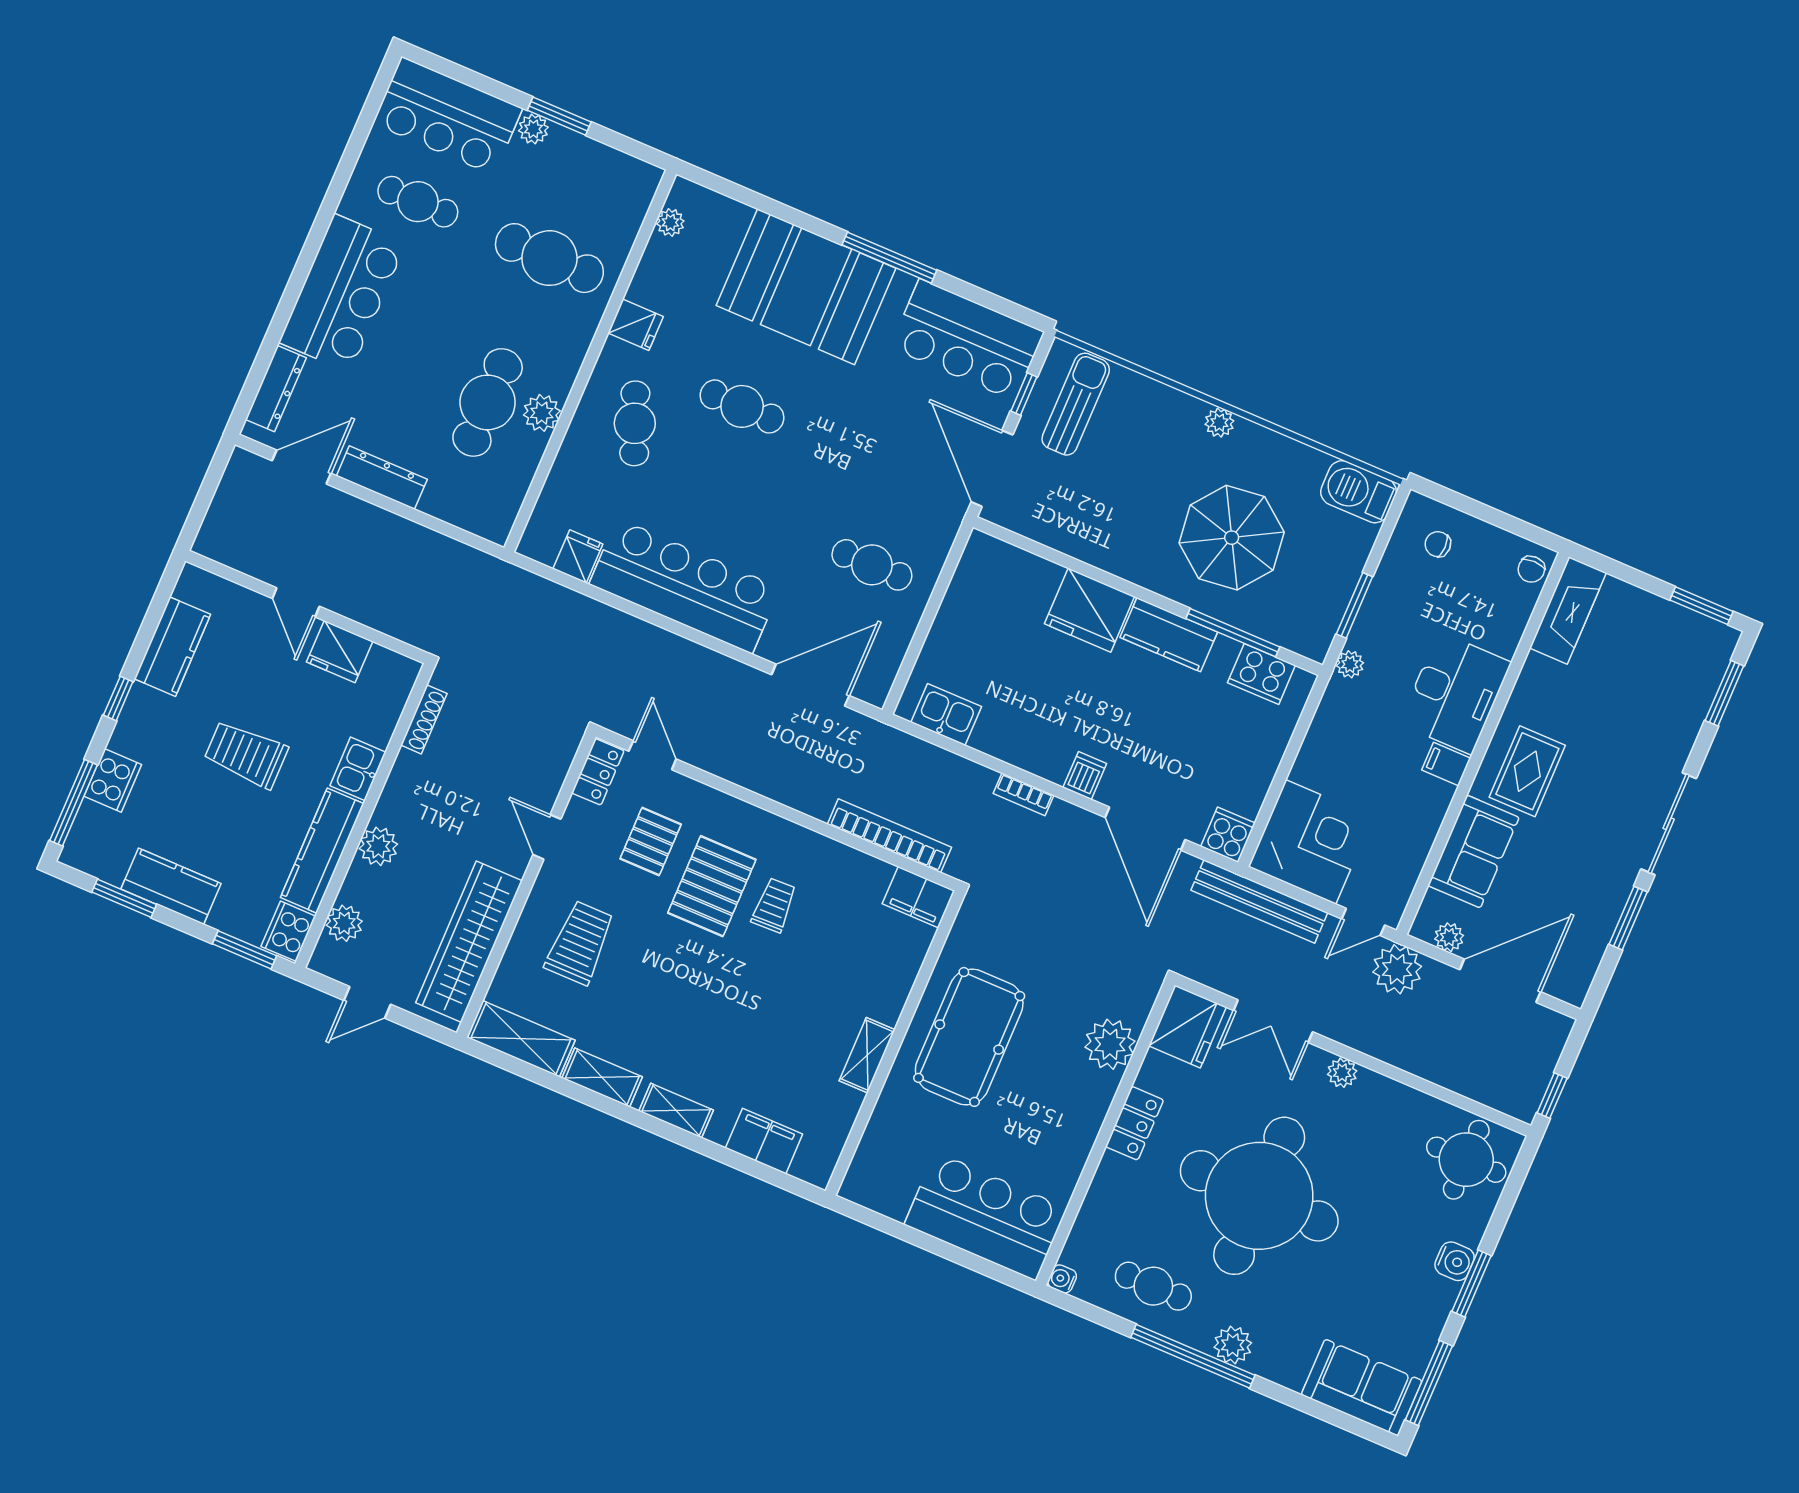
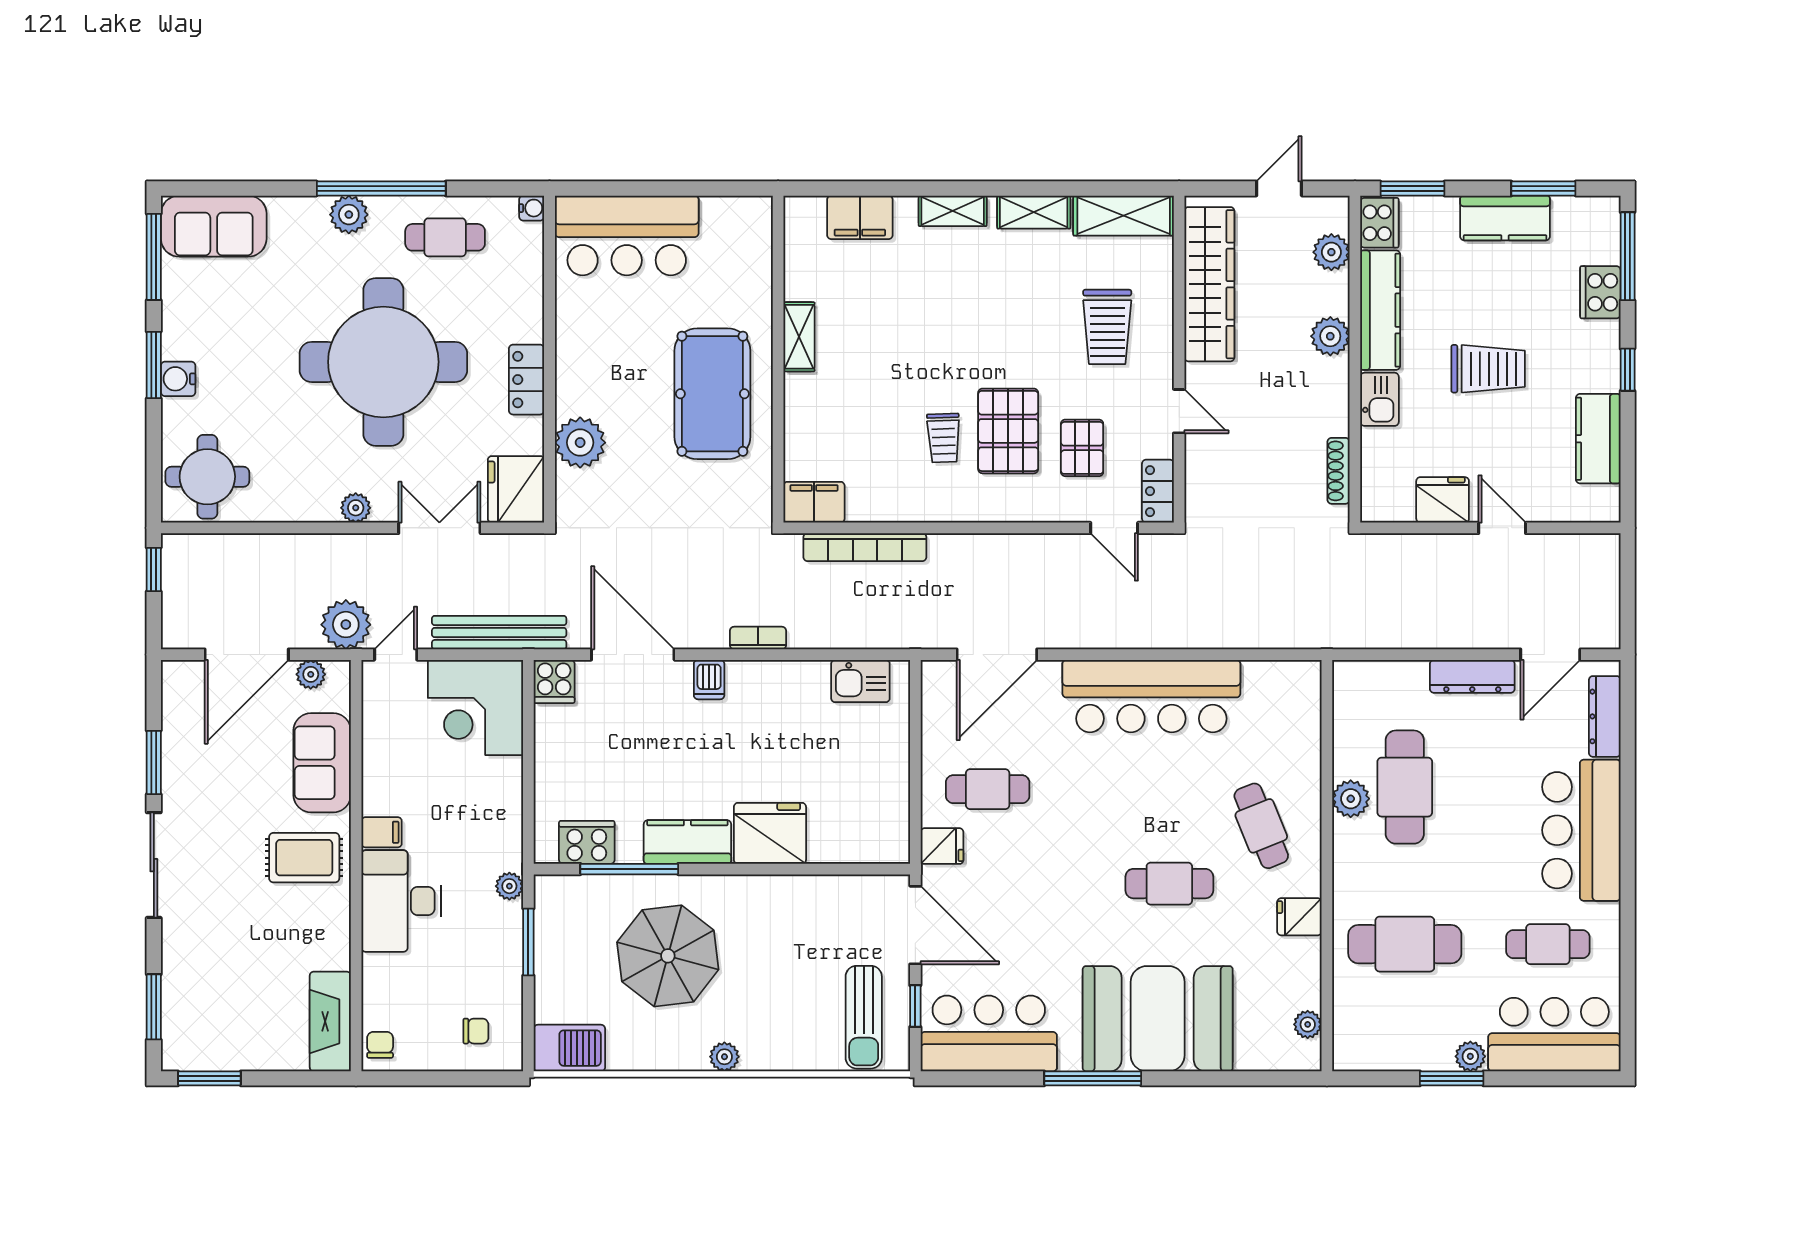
fridge: (578, 556) -> (942, 846), moved, turned -90
rug: (1527, 771) -> (304, 858), turned 90

